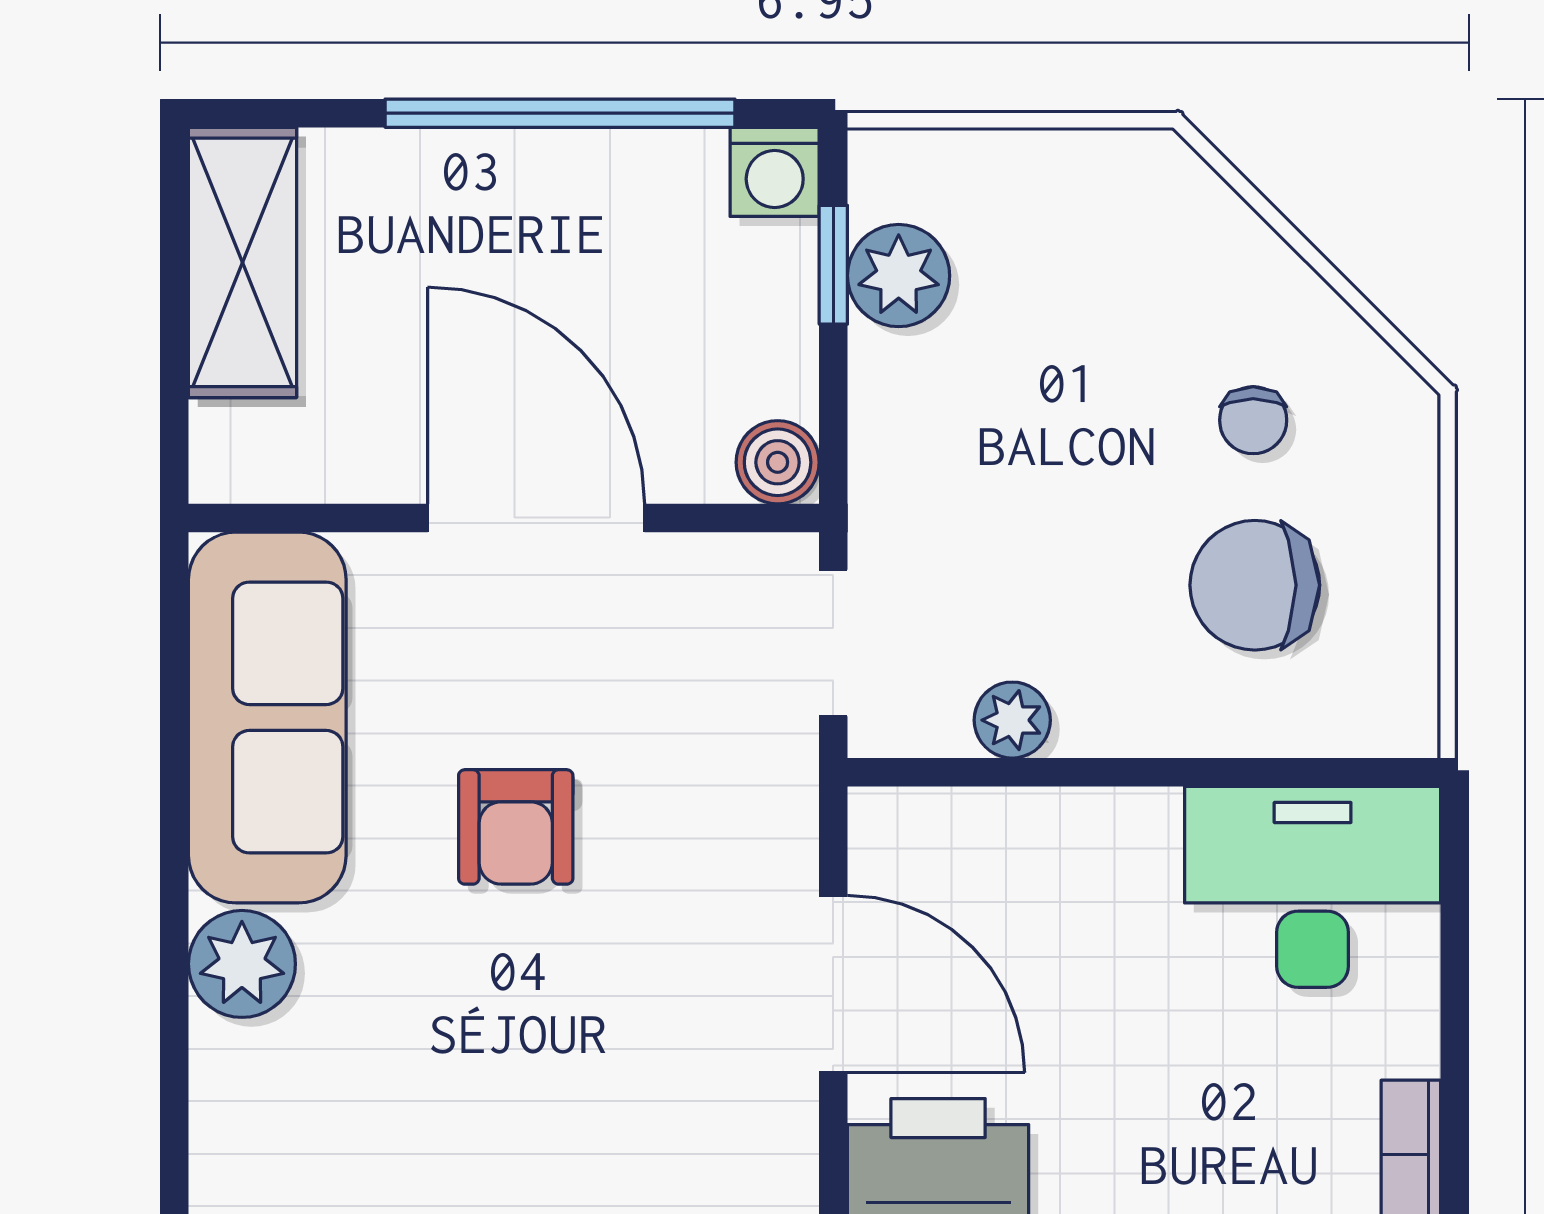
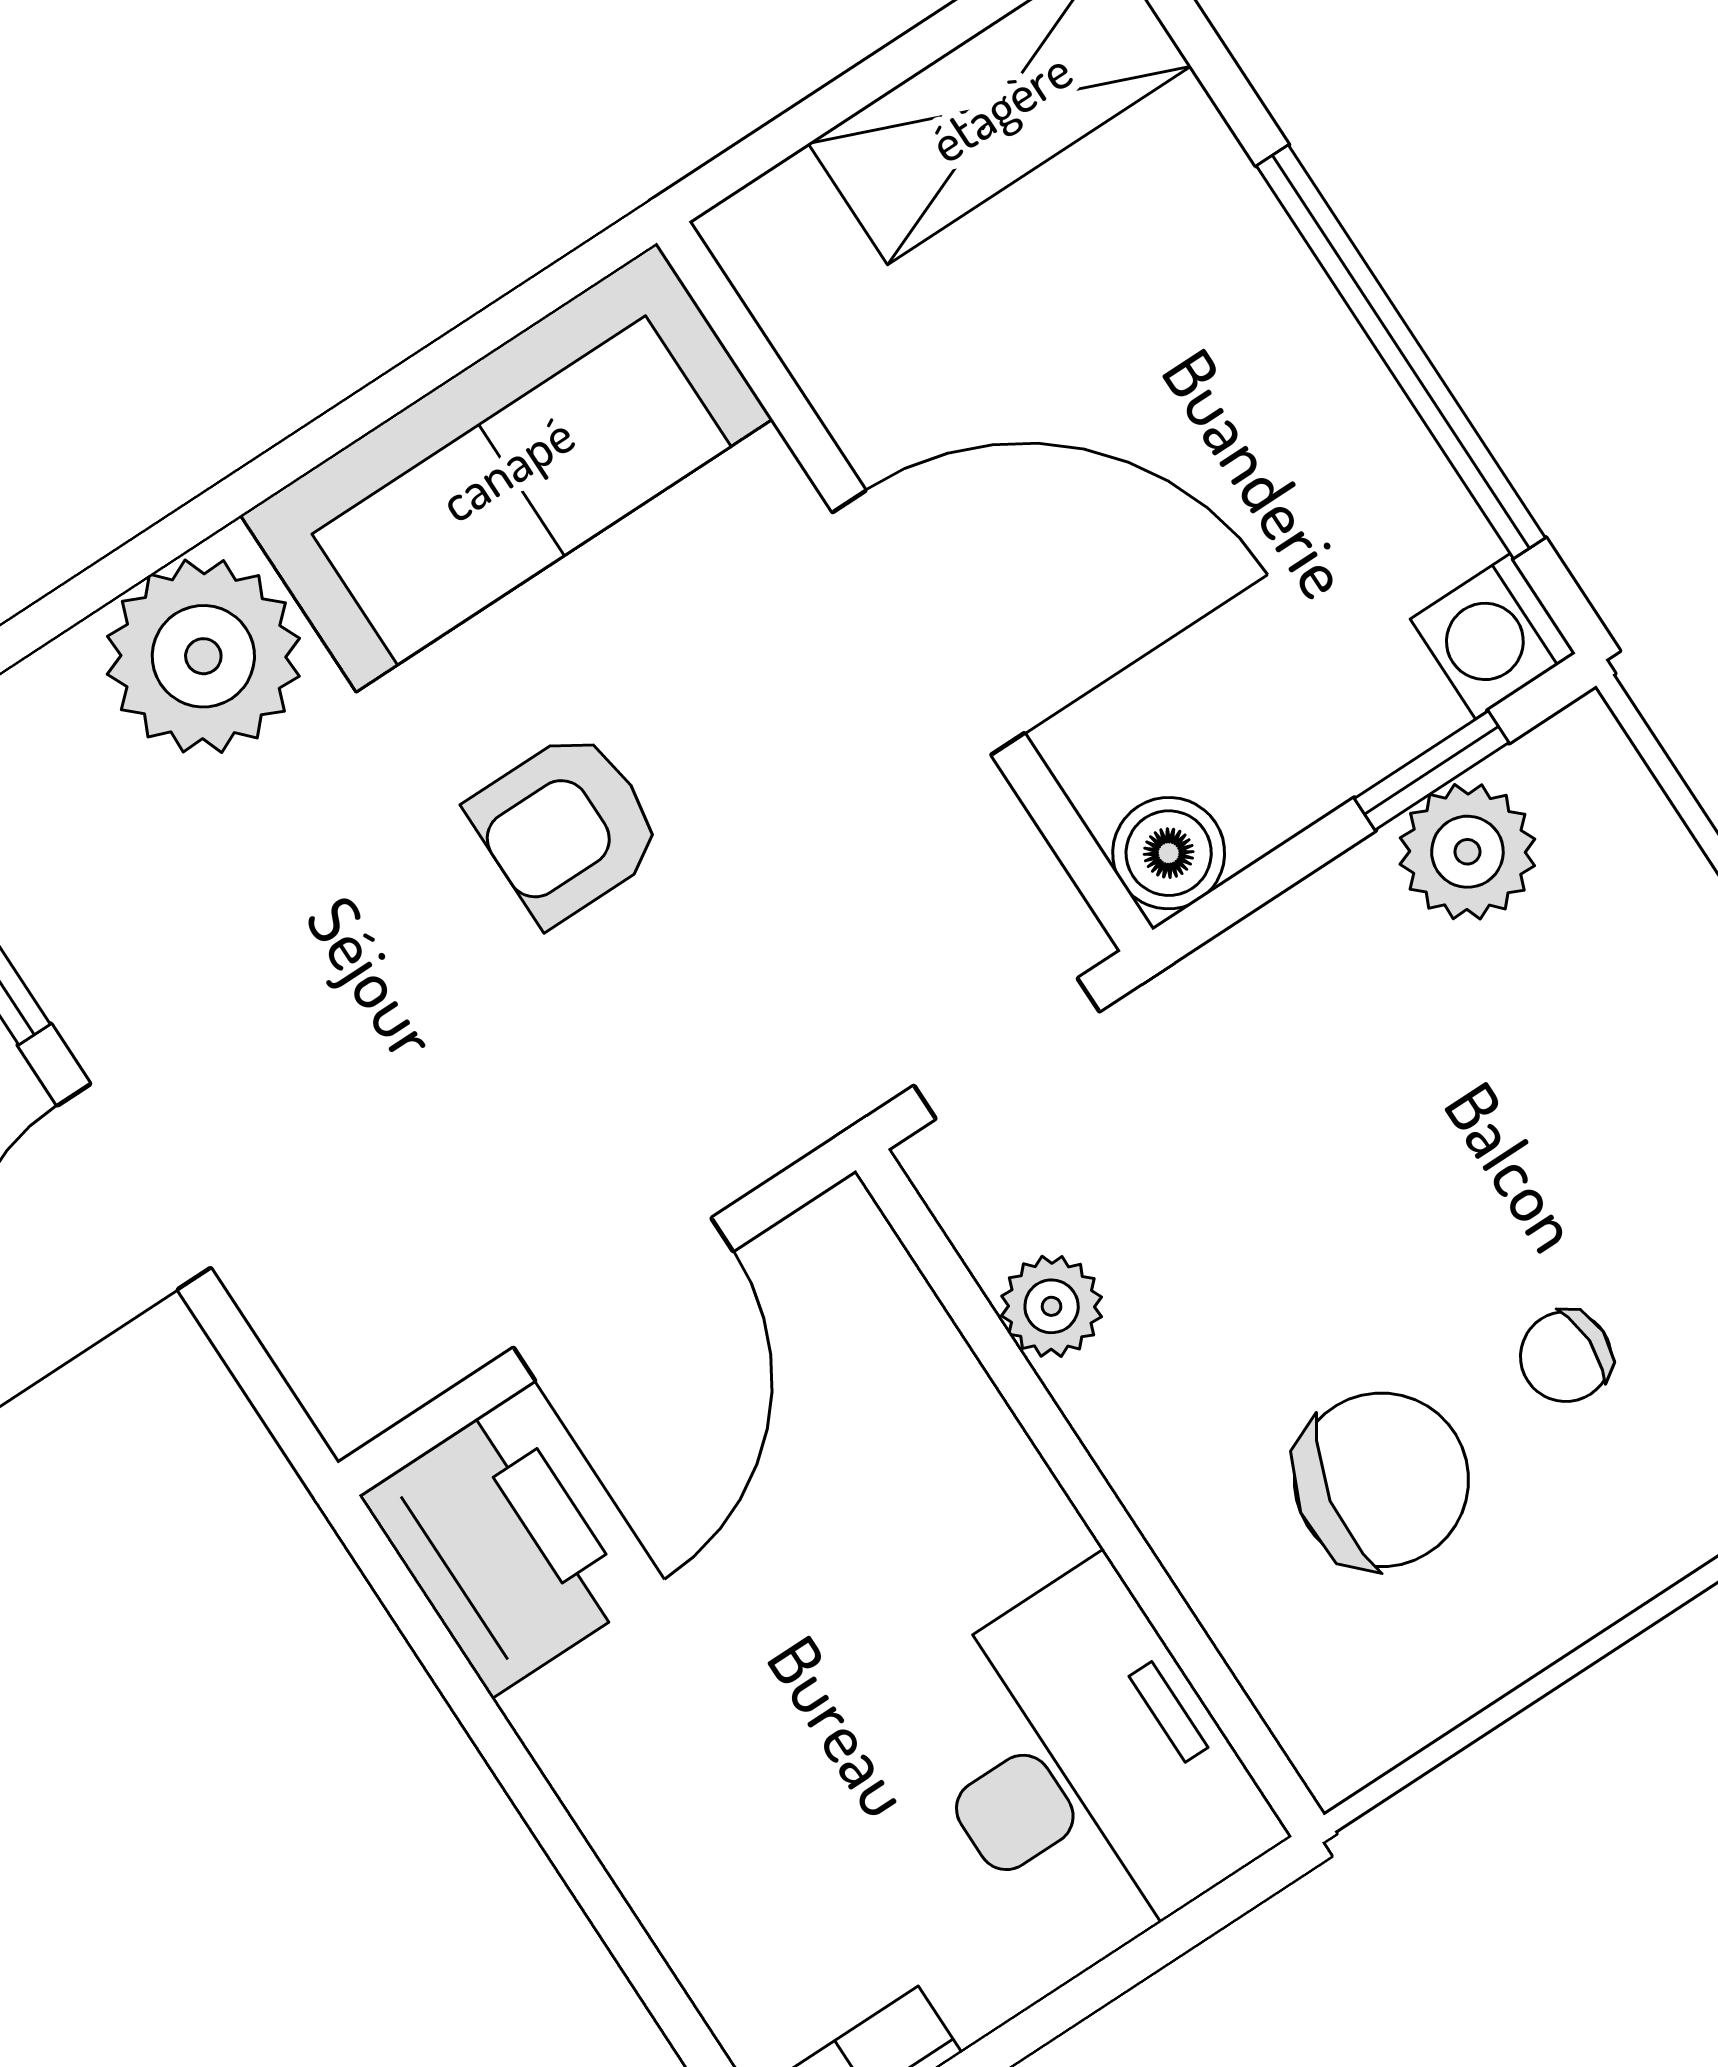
door: (536, 518) -> (928, 623), hinge flipped
chair: (1255, 585) -> (1381, 1480), turned 101
plant: (242, 964) -> (203, 656), width x1.36, depth x1.36

